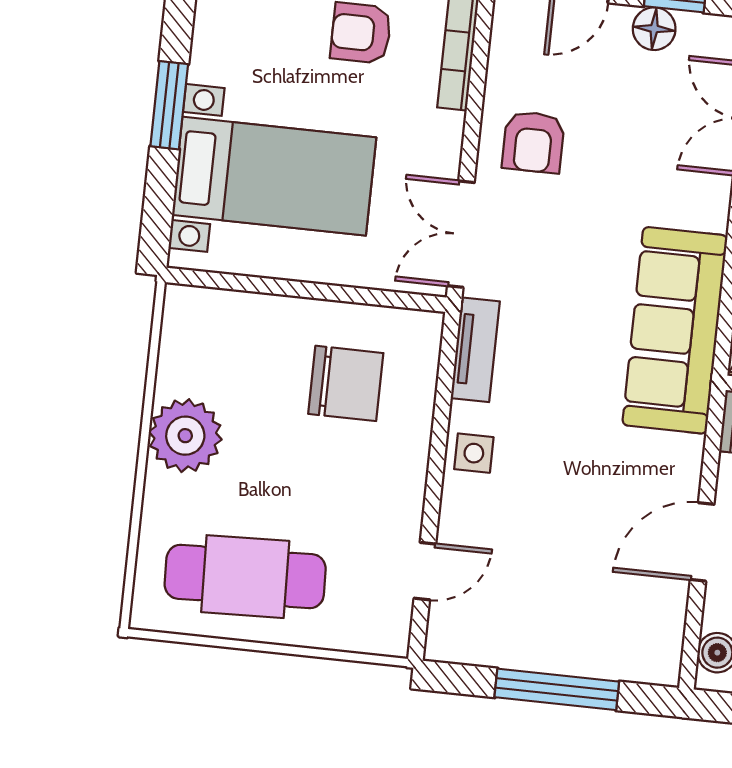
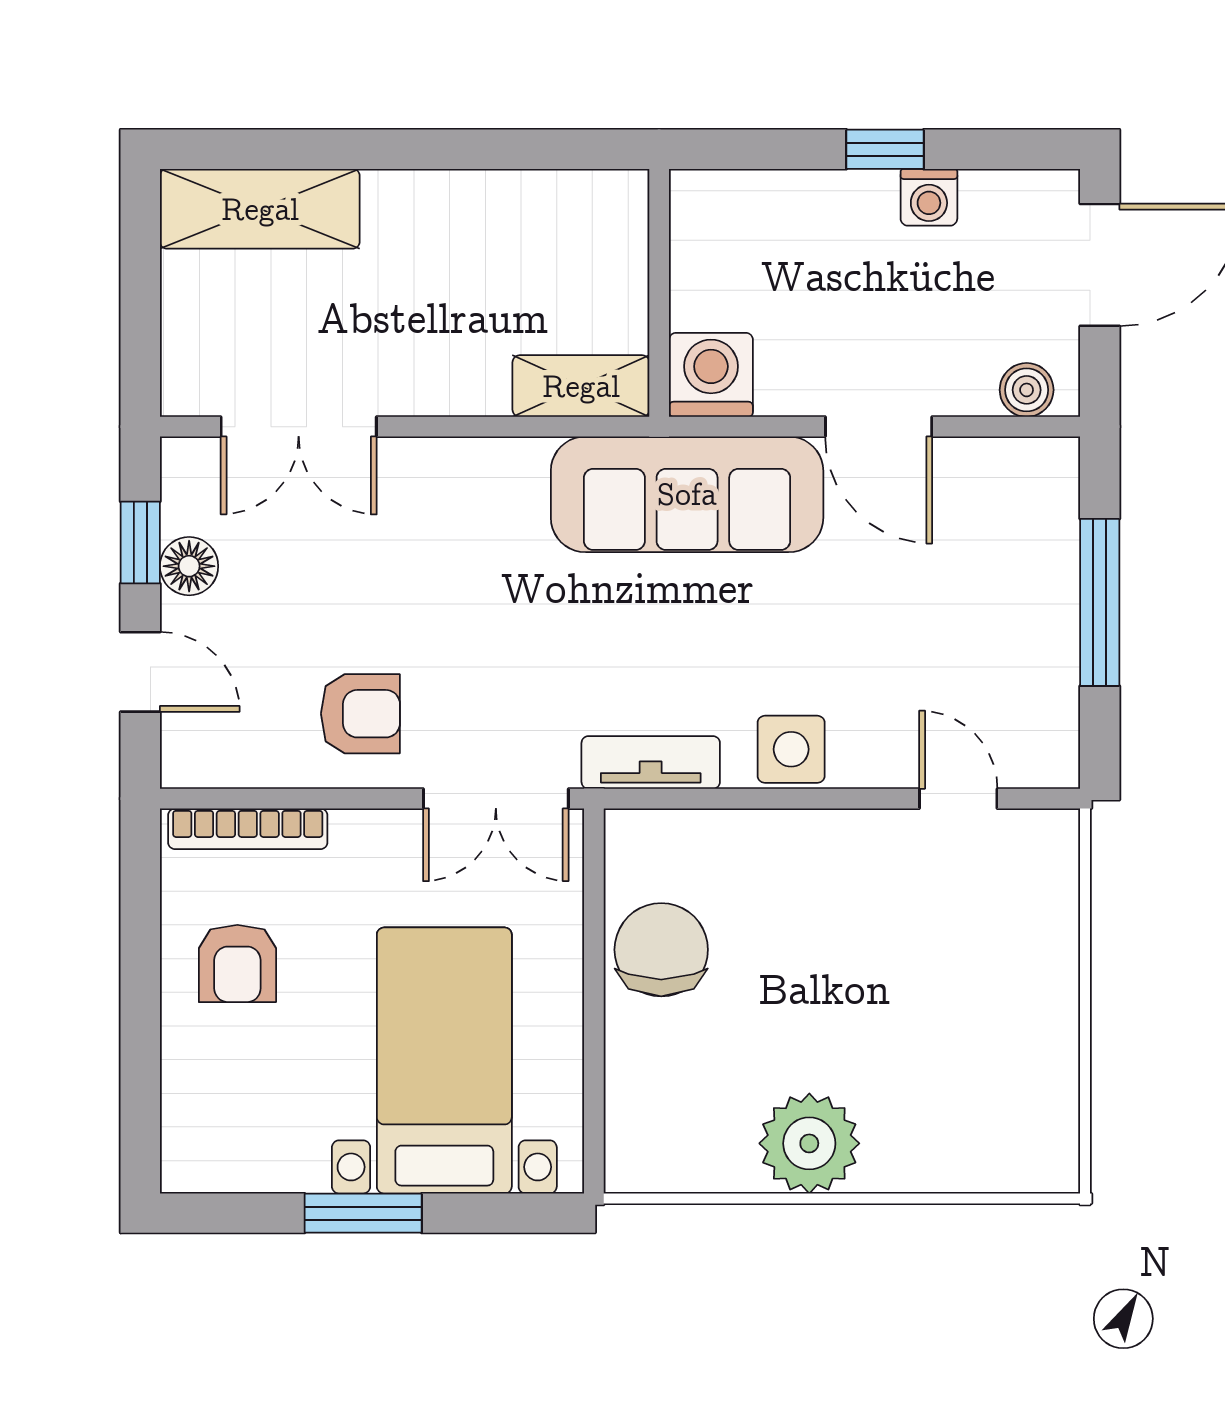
sofa: (675, 330) -> (687, 494), moved
chair: (346, 383) -> (661, 950), moved
side table: (474, 453) -> (791, 749), width x1.37, depth x1.37
cafe table: (245, 577) -> (992, 1042), removed

